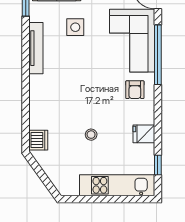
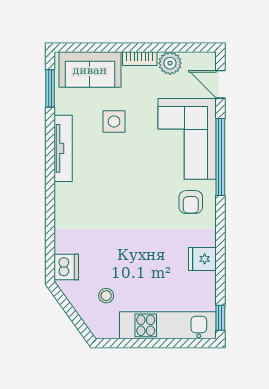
stool: (91, 135) -> (106, 296), moved
window: (158, 165) -> (220, 318), moved

